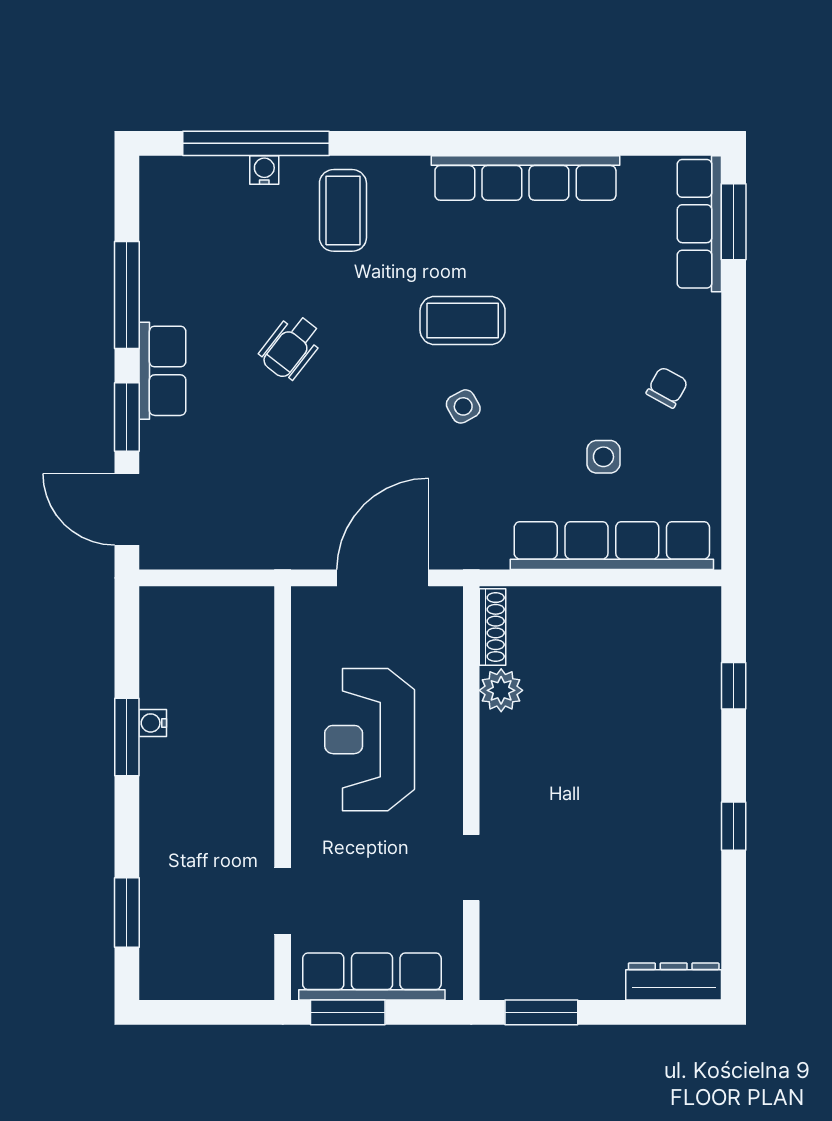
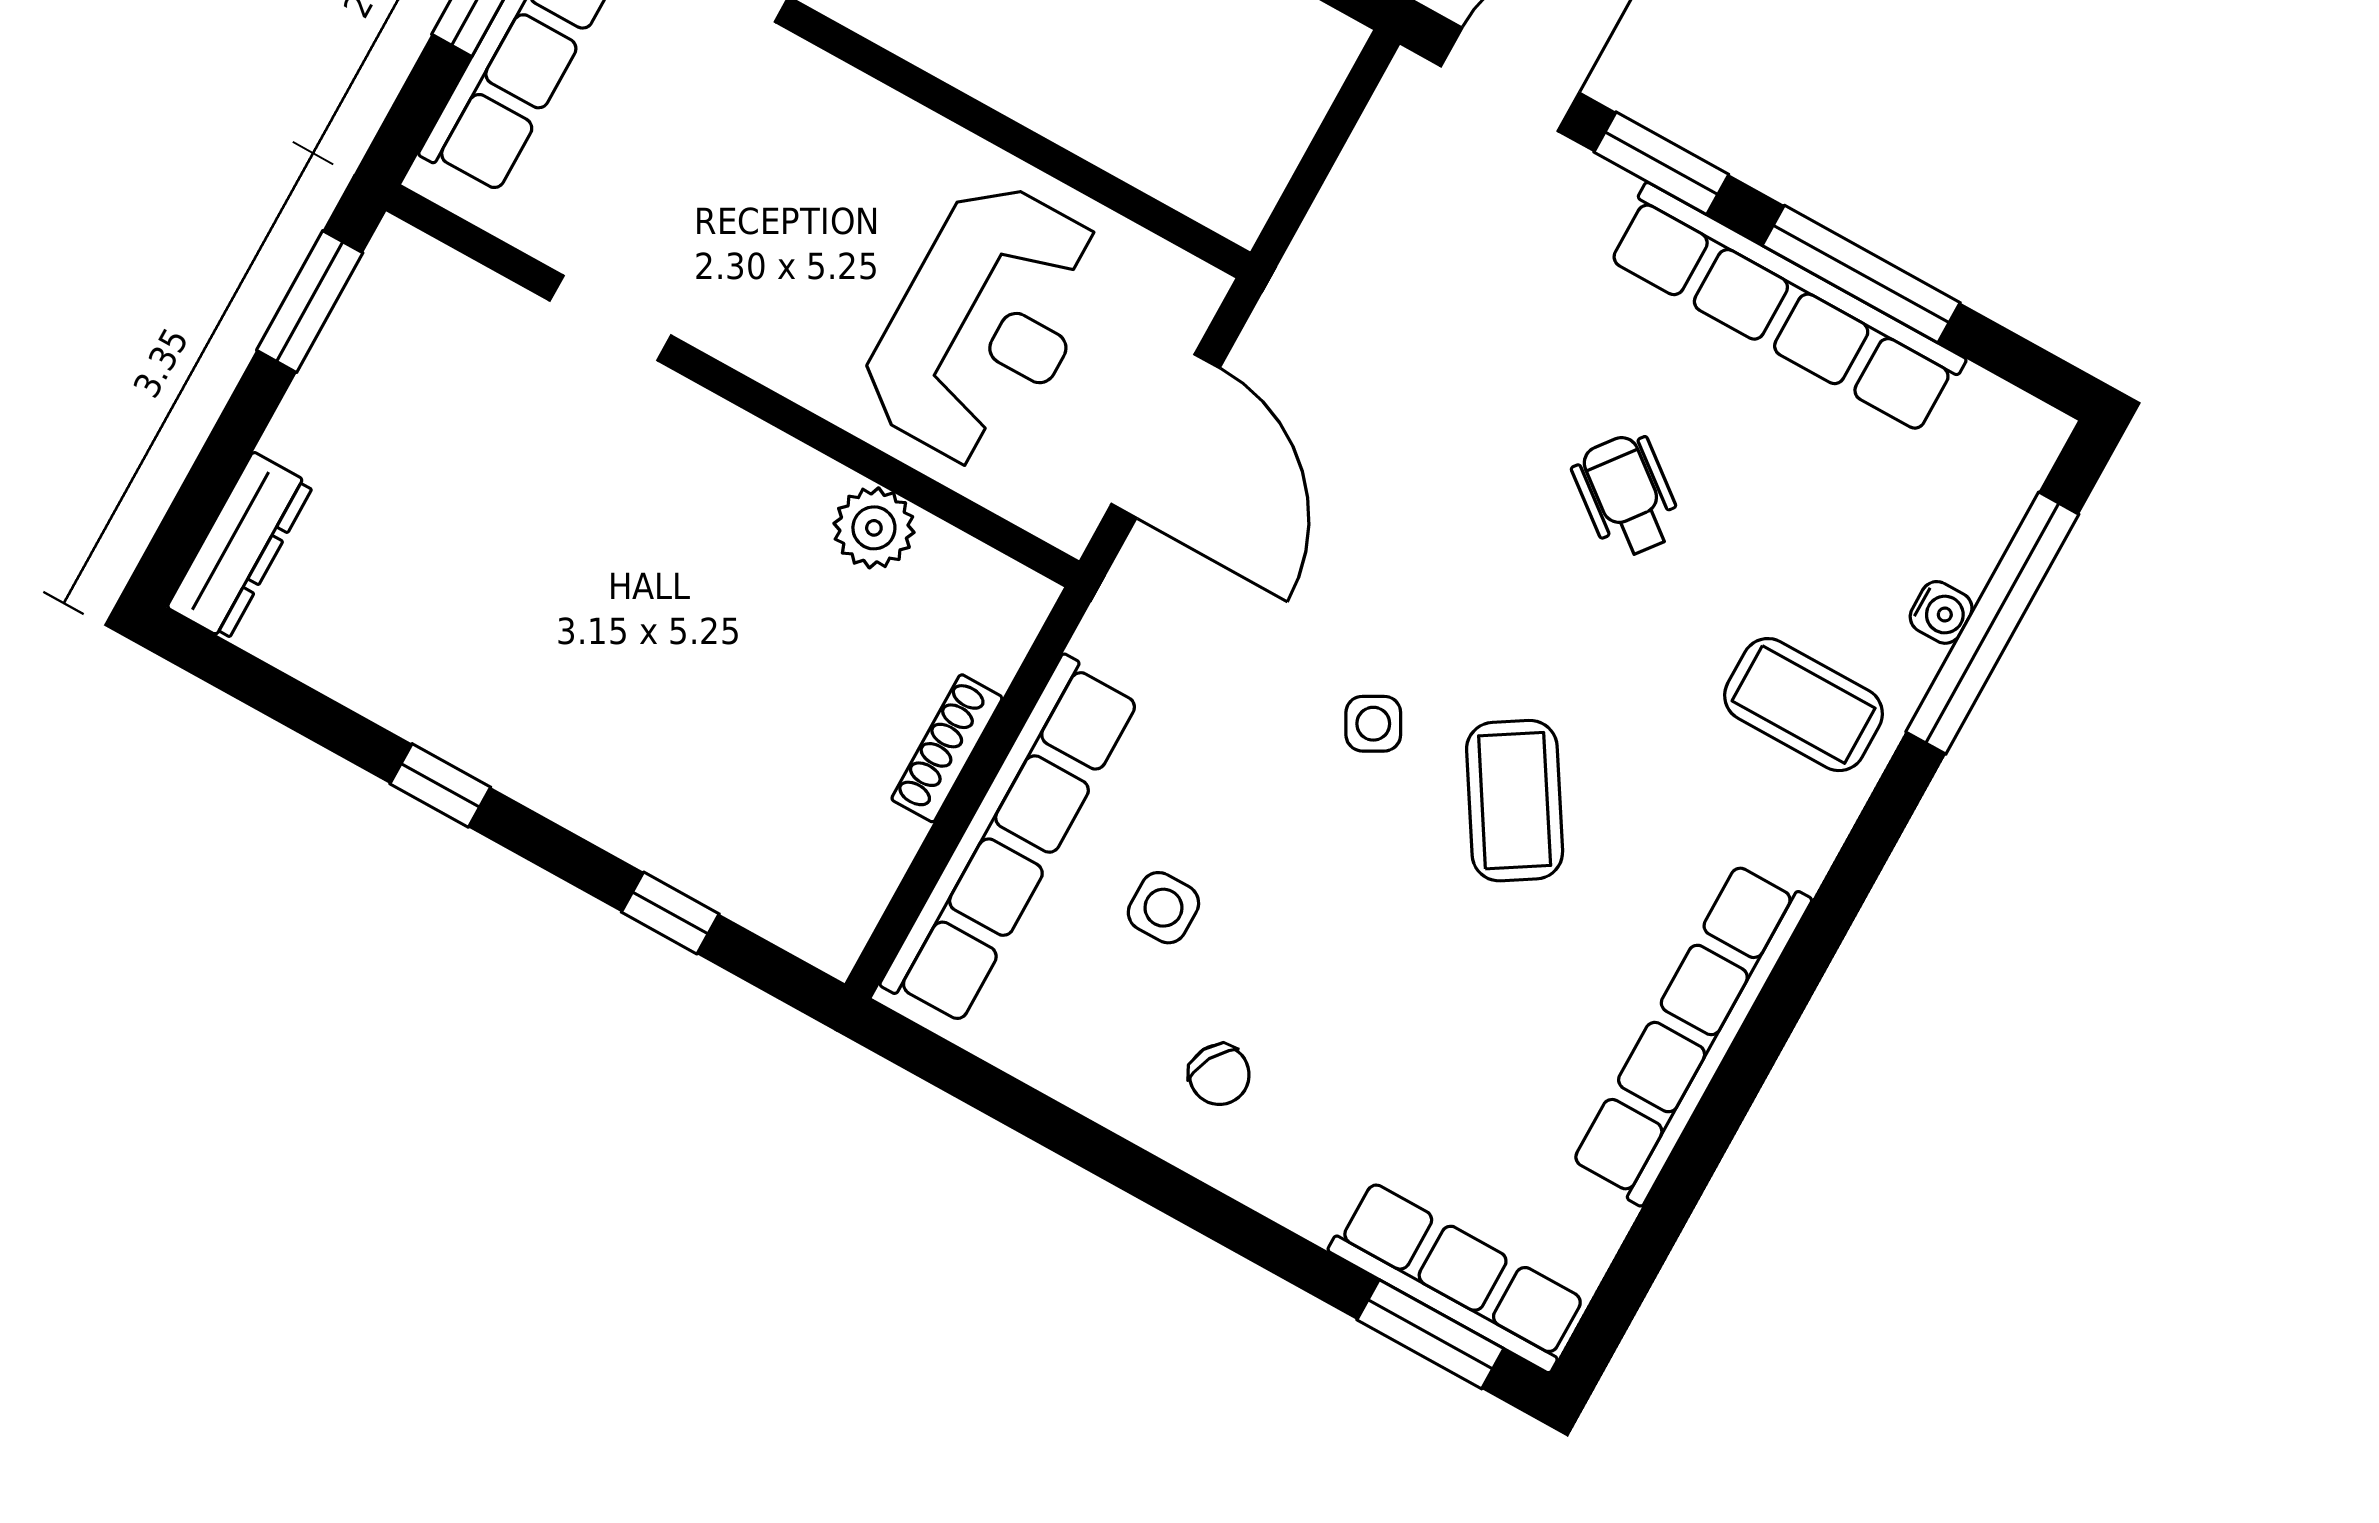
coffee table: (463, 321) -> (1515, 801), turned -32
row of seats: (162, 371) -> (1786, 308), width x2.02
shoe rack: (493, 627) -> (947, 748), moved, turned 90
reception desk: (370, 740) -> (985, 324), moved, turned 90

